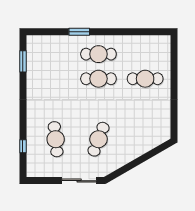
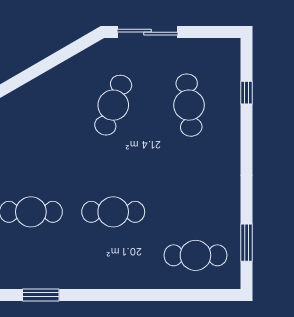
window: (79, 32) -> (41, 295), moved
cafe table: (98, 54) -> (195, 255), moved

